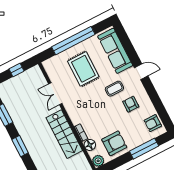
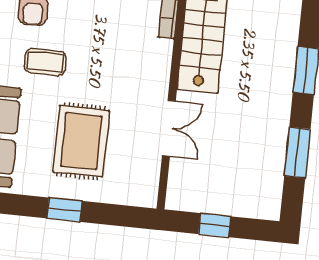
window: (73, 41) -> (65, 210), width x0.32

